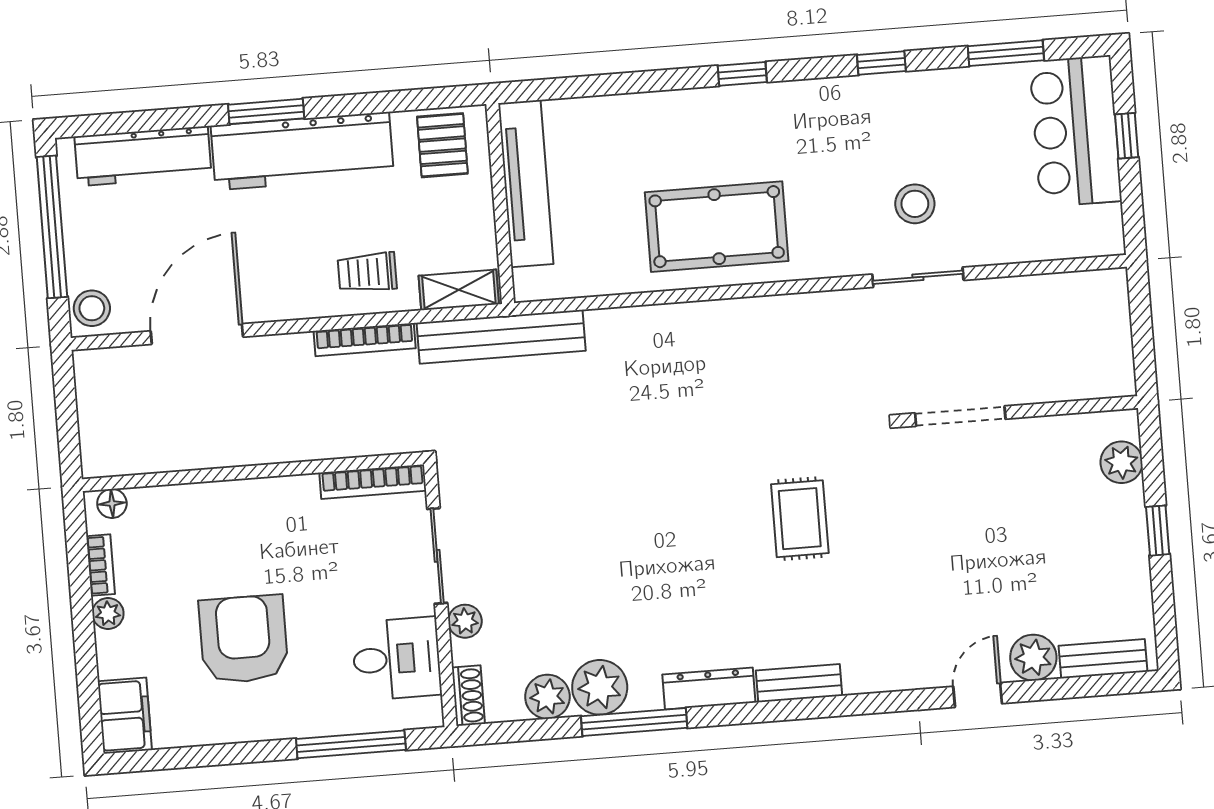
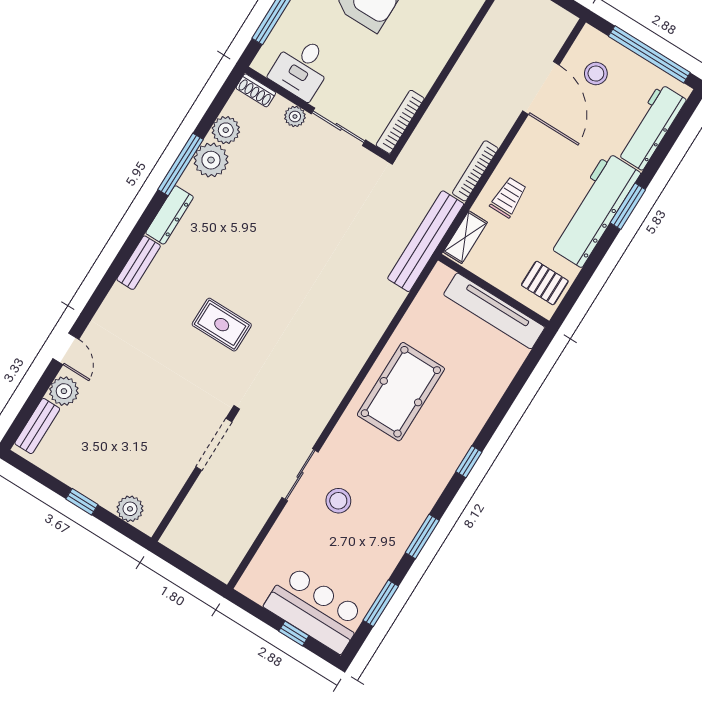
window: (881, 63) -> (422, 536), width x1.50
stool: (92, 308) -> (596, 74), moved

